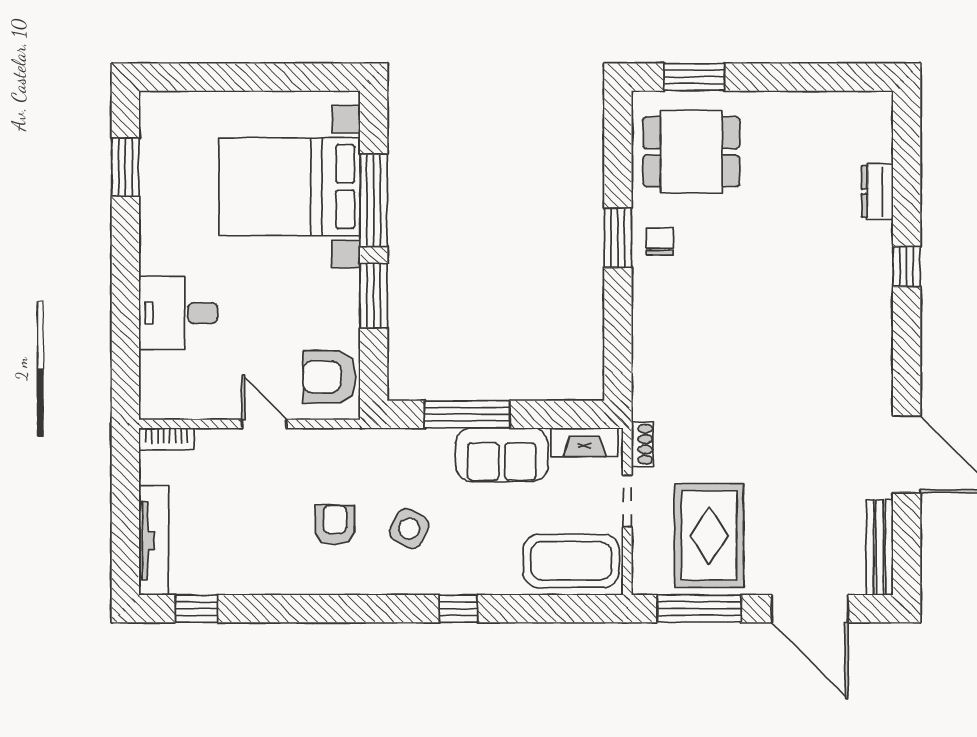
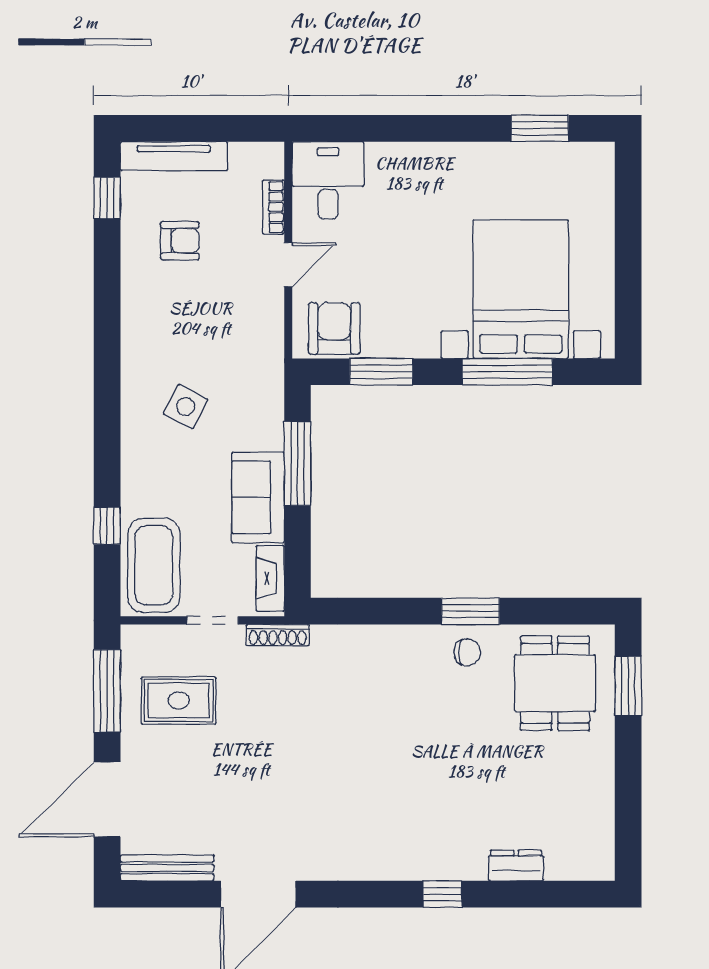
window: (374, 296) -> (381, 372), moved
desk: (178, 313) -> (328, 180), moved
bookcase: (167, 439) -> (273, 207), moved
shoe rack: (642, 444) -> (278, 635), width x1.43
armchair: (335, 525) -> (180, 241), moved
rug: (709, 536) -> (179, 701), width x0.73, depth x0.70
window: (459, 609) -> (107, 526), moved

